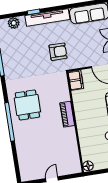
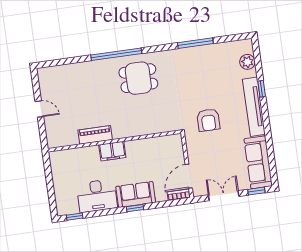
filing cabinet: (76, 80) -> (112, 151), moved
piano: (67, 114) -> (95, 135), moved
floor lamp: (88, 166) -> (56, 157), removed

